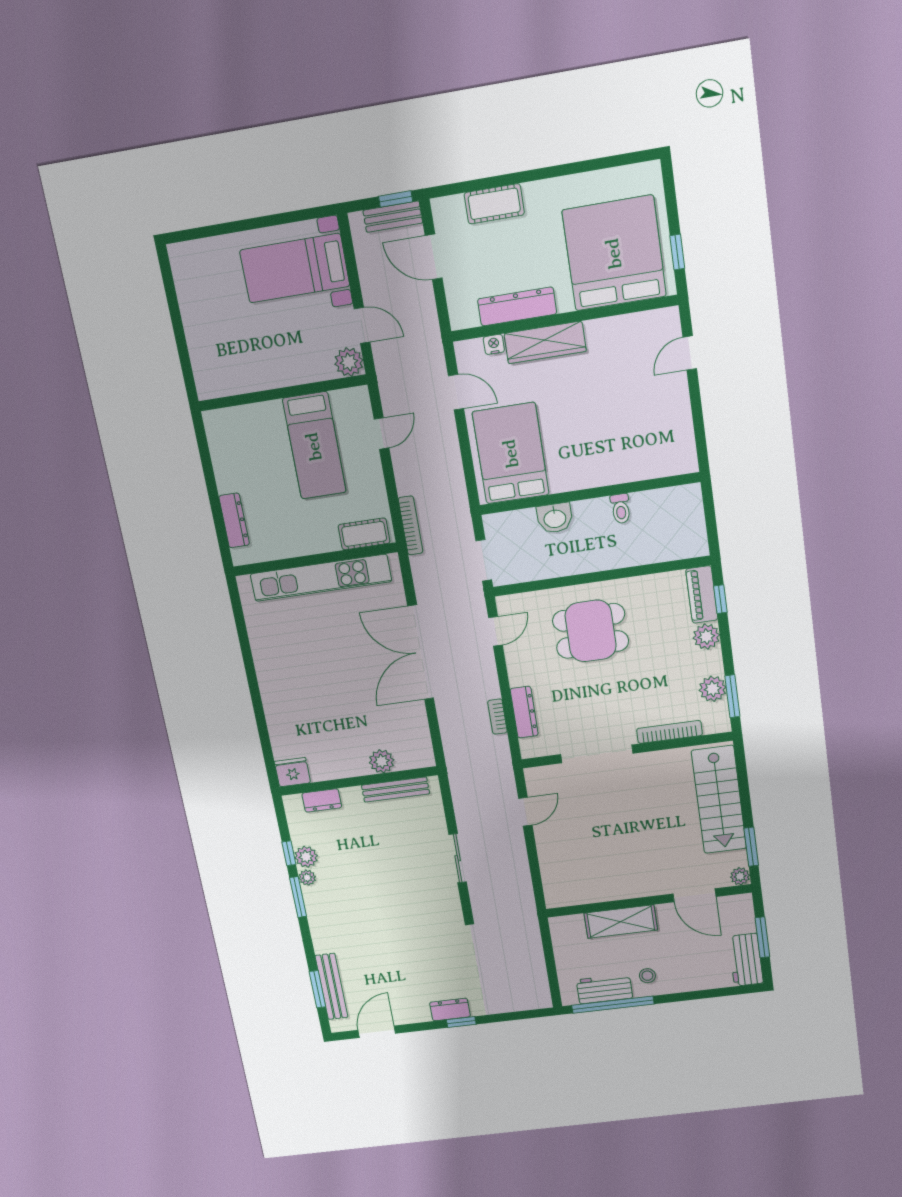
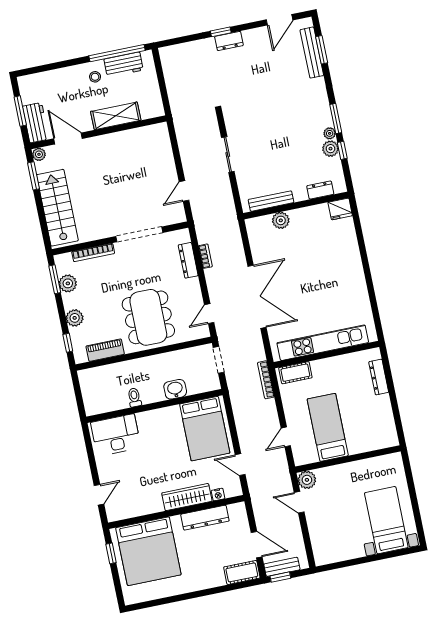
cot: (494, 204) -> (242, 572), moved
bed with nightstands: (295, 268) -> (386, 520), moved, turned -90
desk: (655, 450) -> (116, 435), added
piano: (702, 594) -> (105, 350), moved, turned -90
dining table: (591, 631) -> (148, 317), width x1.38
workbench: (746, 960) -> (36, 123), moved

